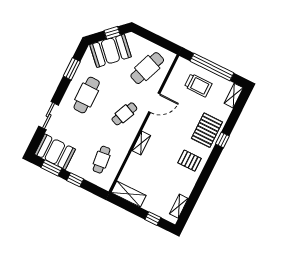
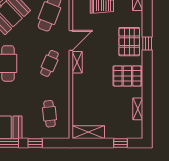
shelving: (141, 143) -> (77, 62), moved
pallet: (190, 161) -> (127, 76), width x1.50, depth x1.42
shelving: (179, 206) -> (138, 109), moved

